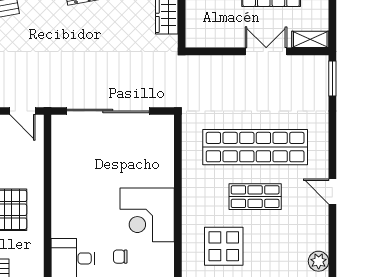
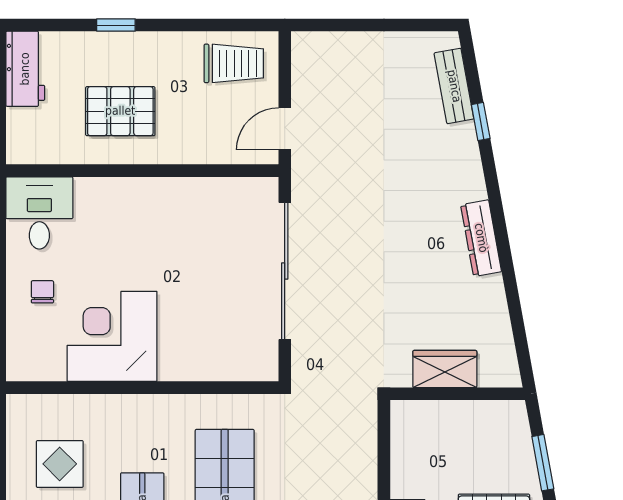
display table: (224, 246) -> (60, 464), width x0.73, depth x0.73

